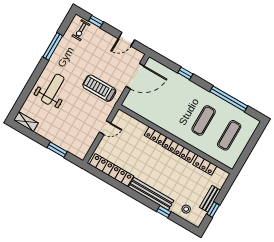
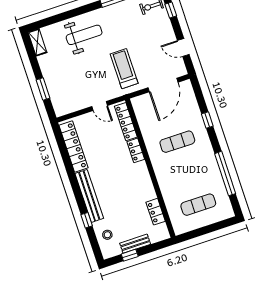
door: (135, 76) -> (163, 85), hinge flipped
exercise mat: (204, 120) -> (177, 142), moved
locker: (179, 150) -> (126, 122), moved

